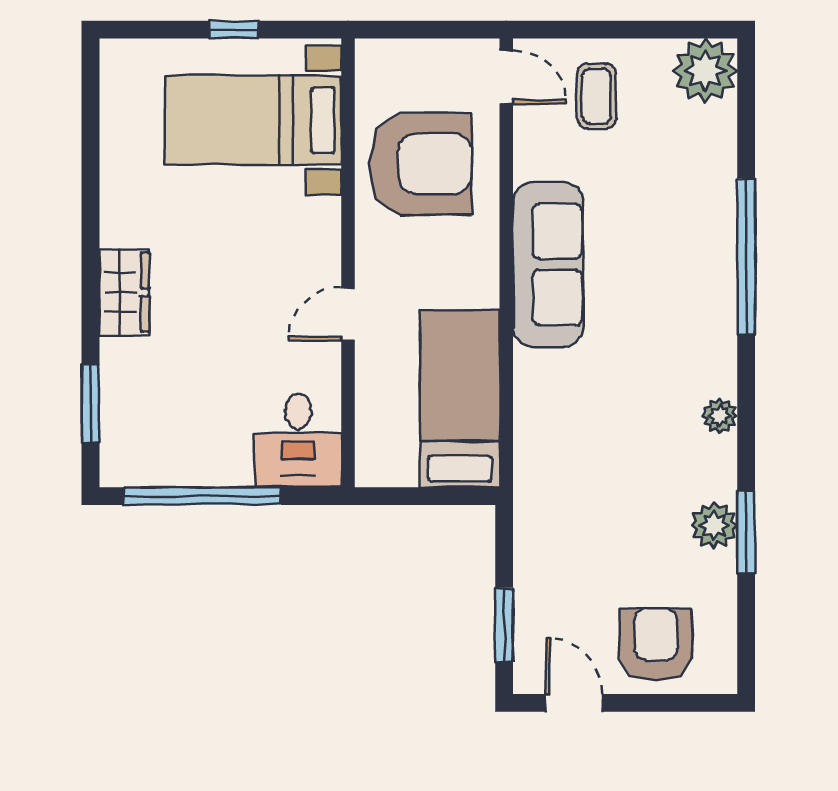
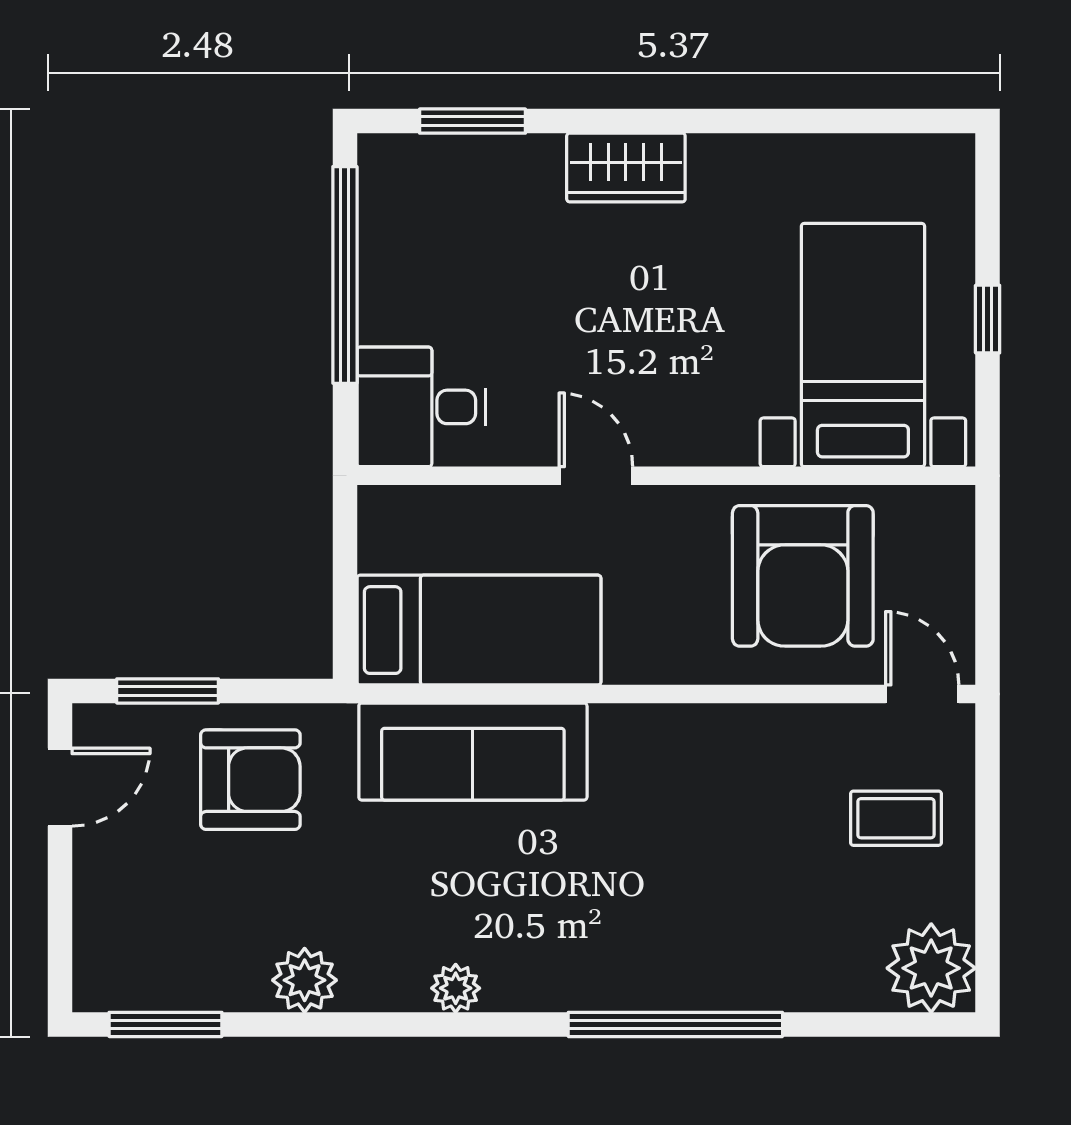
door: (506, 77) -> (922, 694), swing flipped
sofa: (548, 264) -> (473, 752), moved
window: (746, 531) -> (165, 1024), moved
armchair: (656, 644) -> (250, 780), moved

